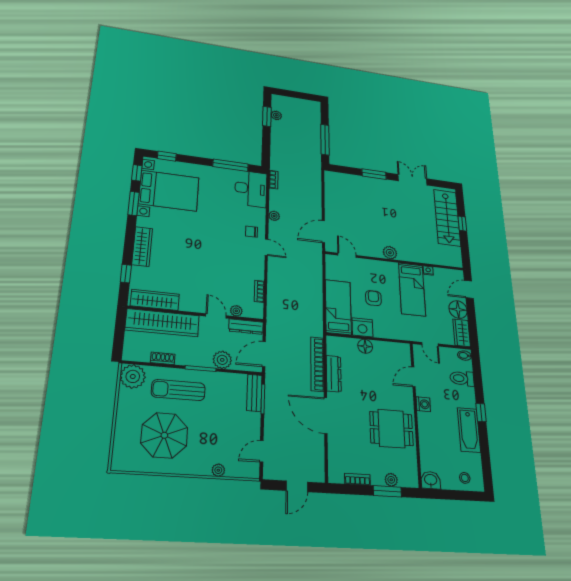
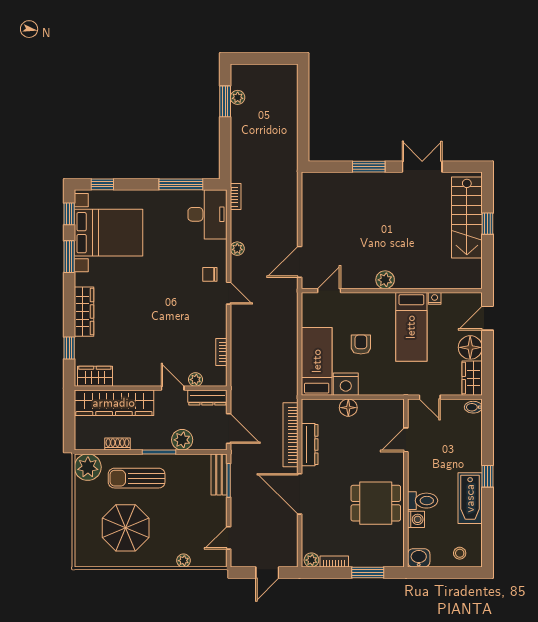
window: (325, 140) -> (303, 124), removed
door: (347, 255) -> (329, 291), hinge flipped
wardrobe: (155, 300) -> (95, 376), width x0.67
door: (264, 354) -> (229, 429), swing flipped
toilet: (462, 378) -> (423, 501), moved, turned 180
washing machine: (423, 404) -> (416, 519), moved
plant: (391, 480) -> (311, 560), moved

